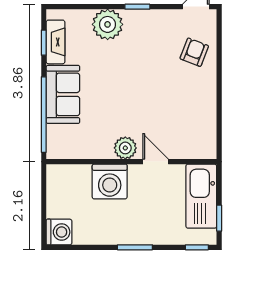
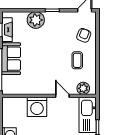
coffee table: (182, 97) -> (77, 60), added
plant: (125, 148) -> (83, 88), moved

